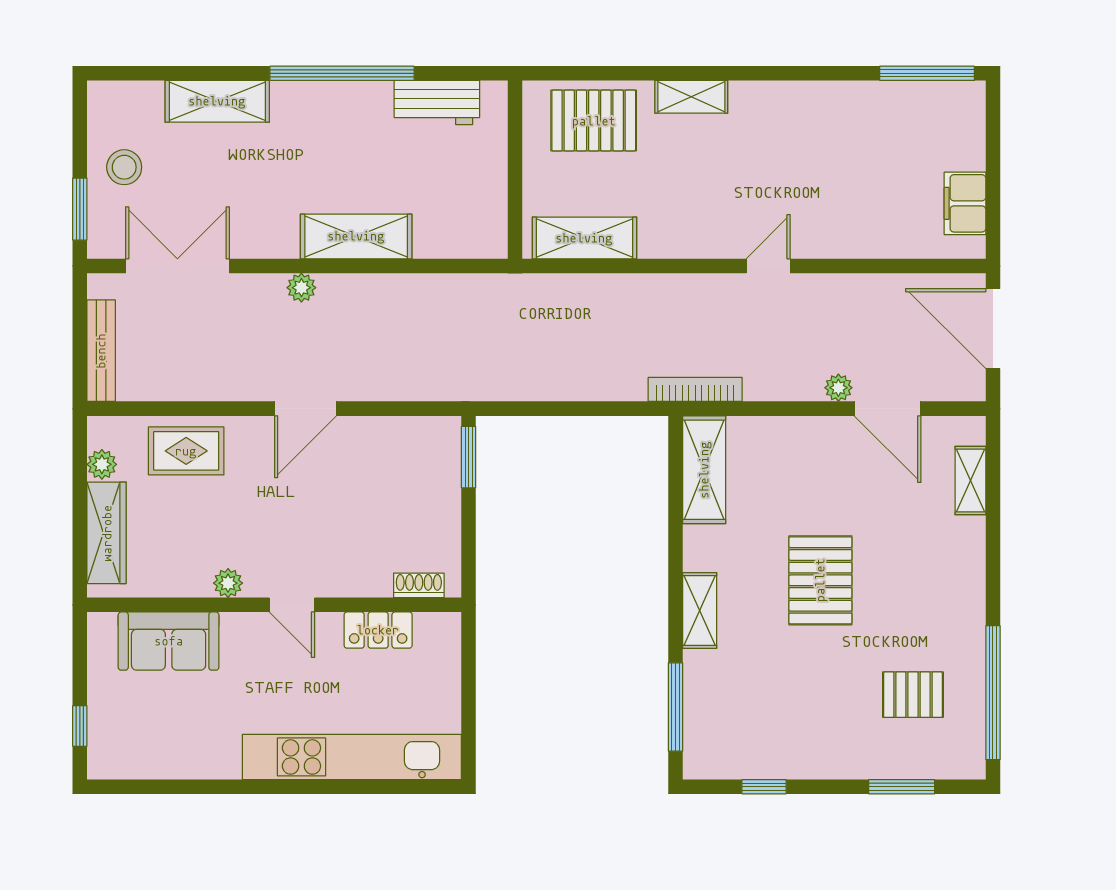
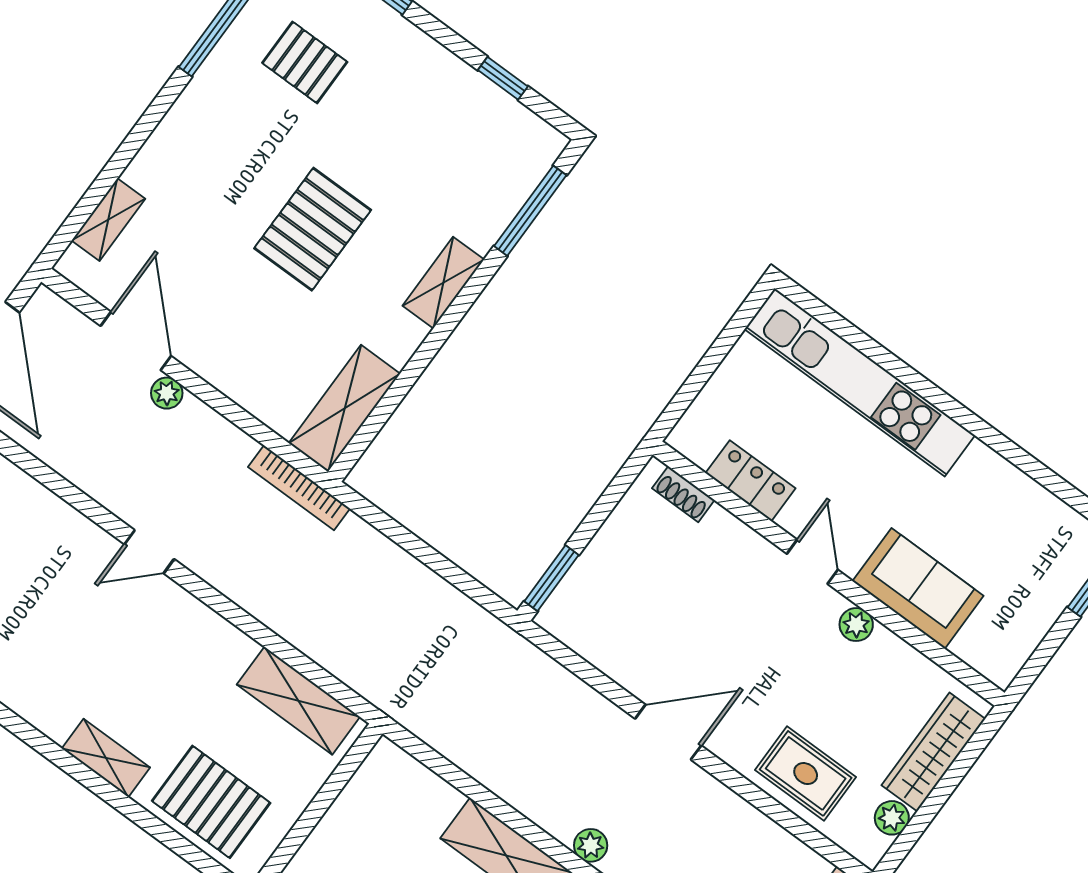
sofa: (169, 641) -> (918, 588), moved

